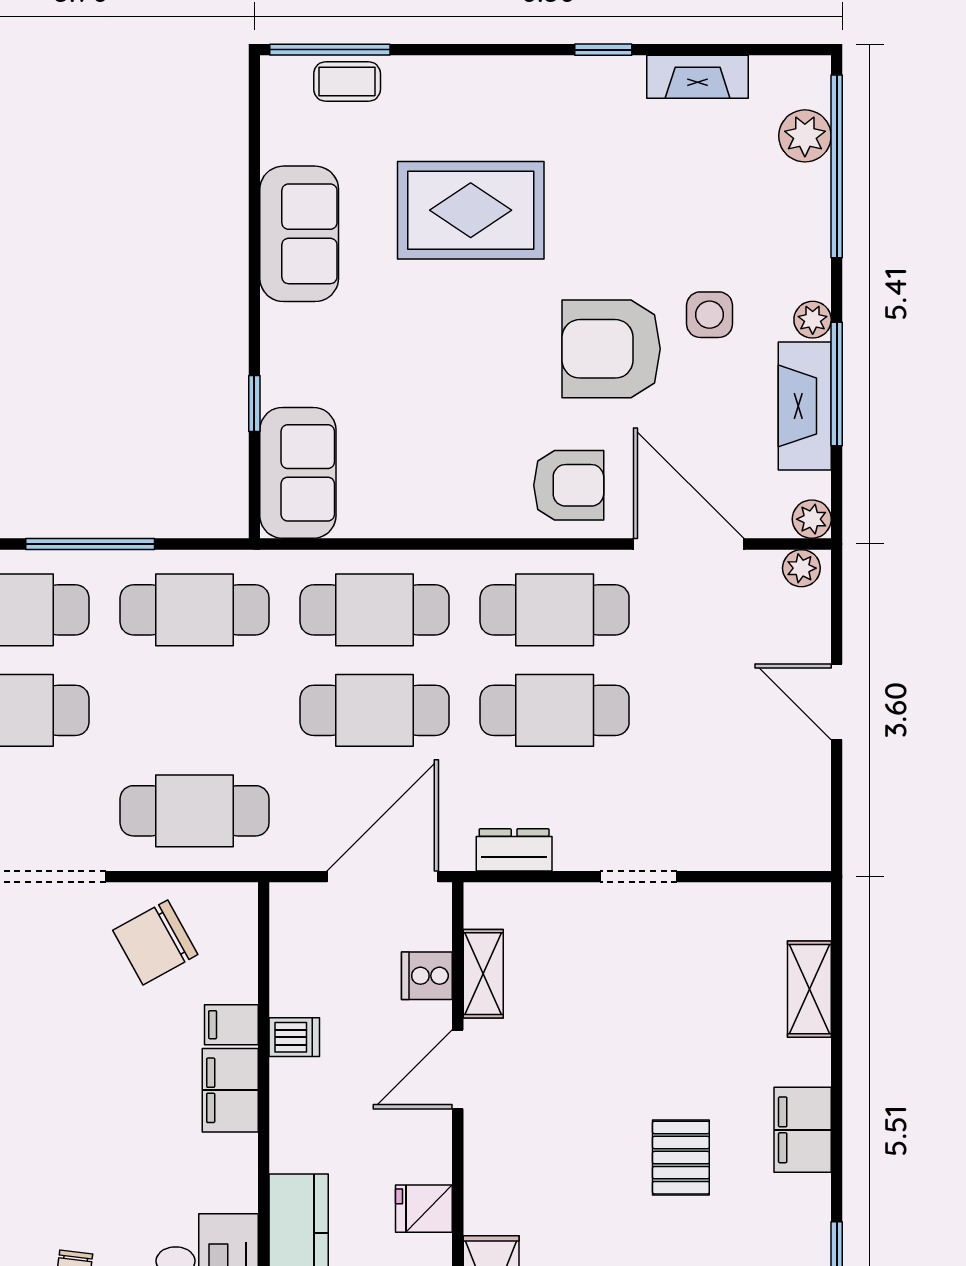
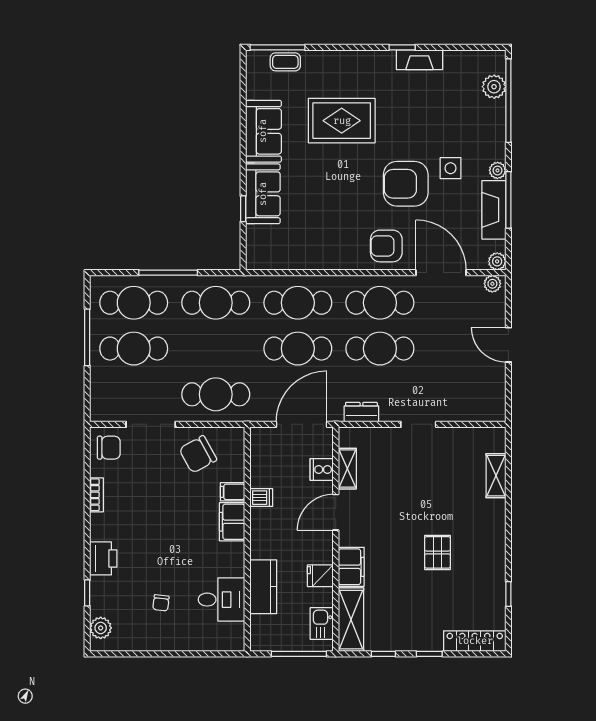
fireplace: (698, 77) -> (419, 60), moved
sofa: (298, 473) -> (263, 194), moved
armchair: (569, 485) -> (386, 246), turned 180
filing cabinet: (803, 1130) -> (351, 567), moved, turned 180

